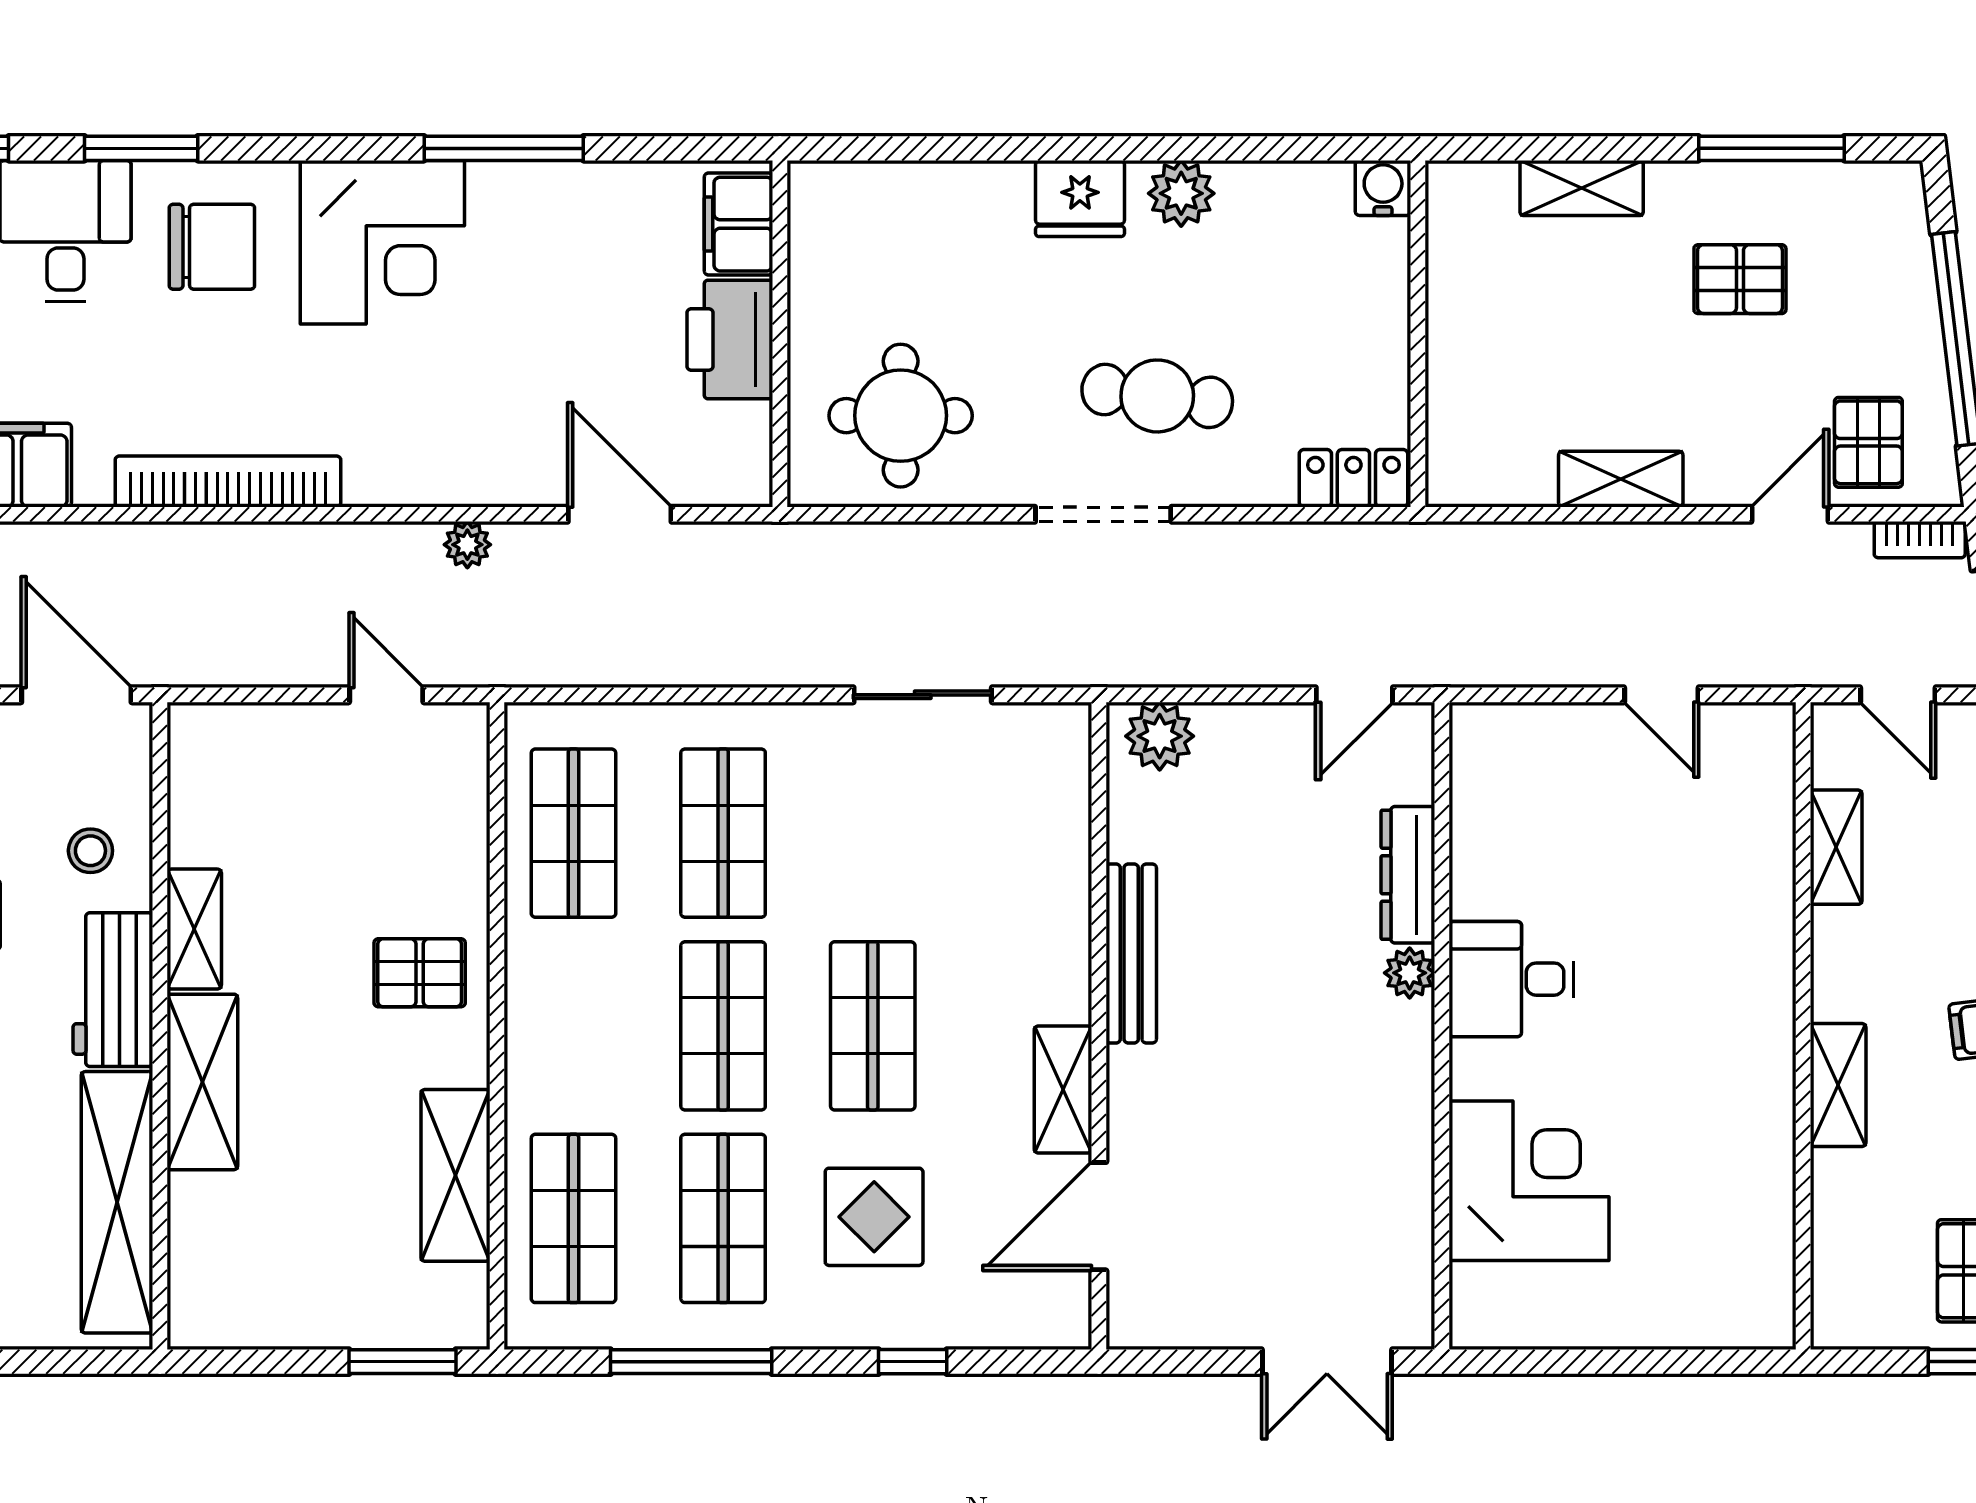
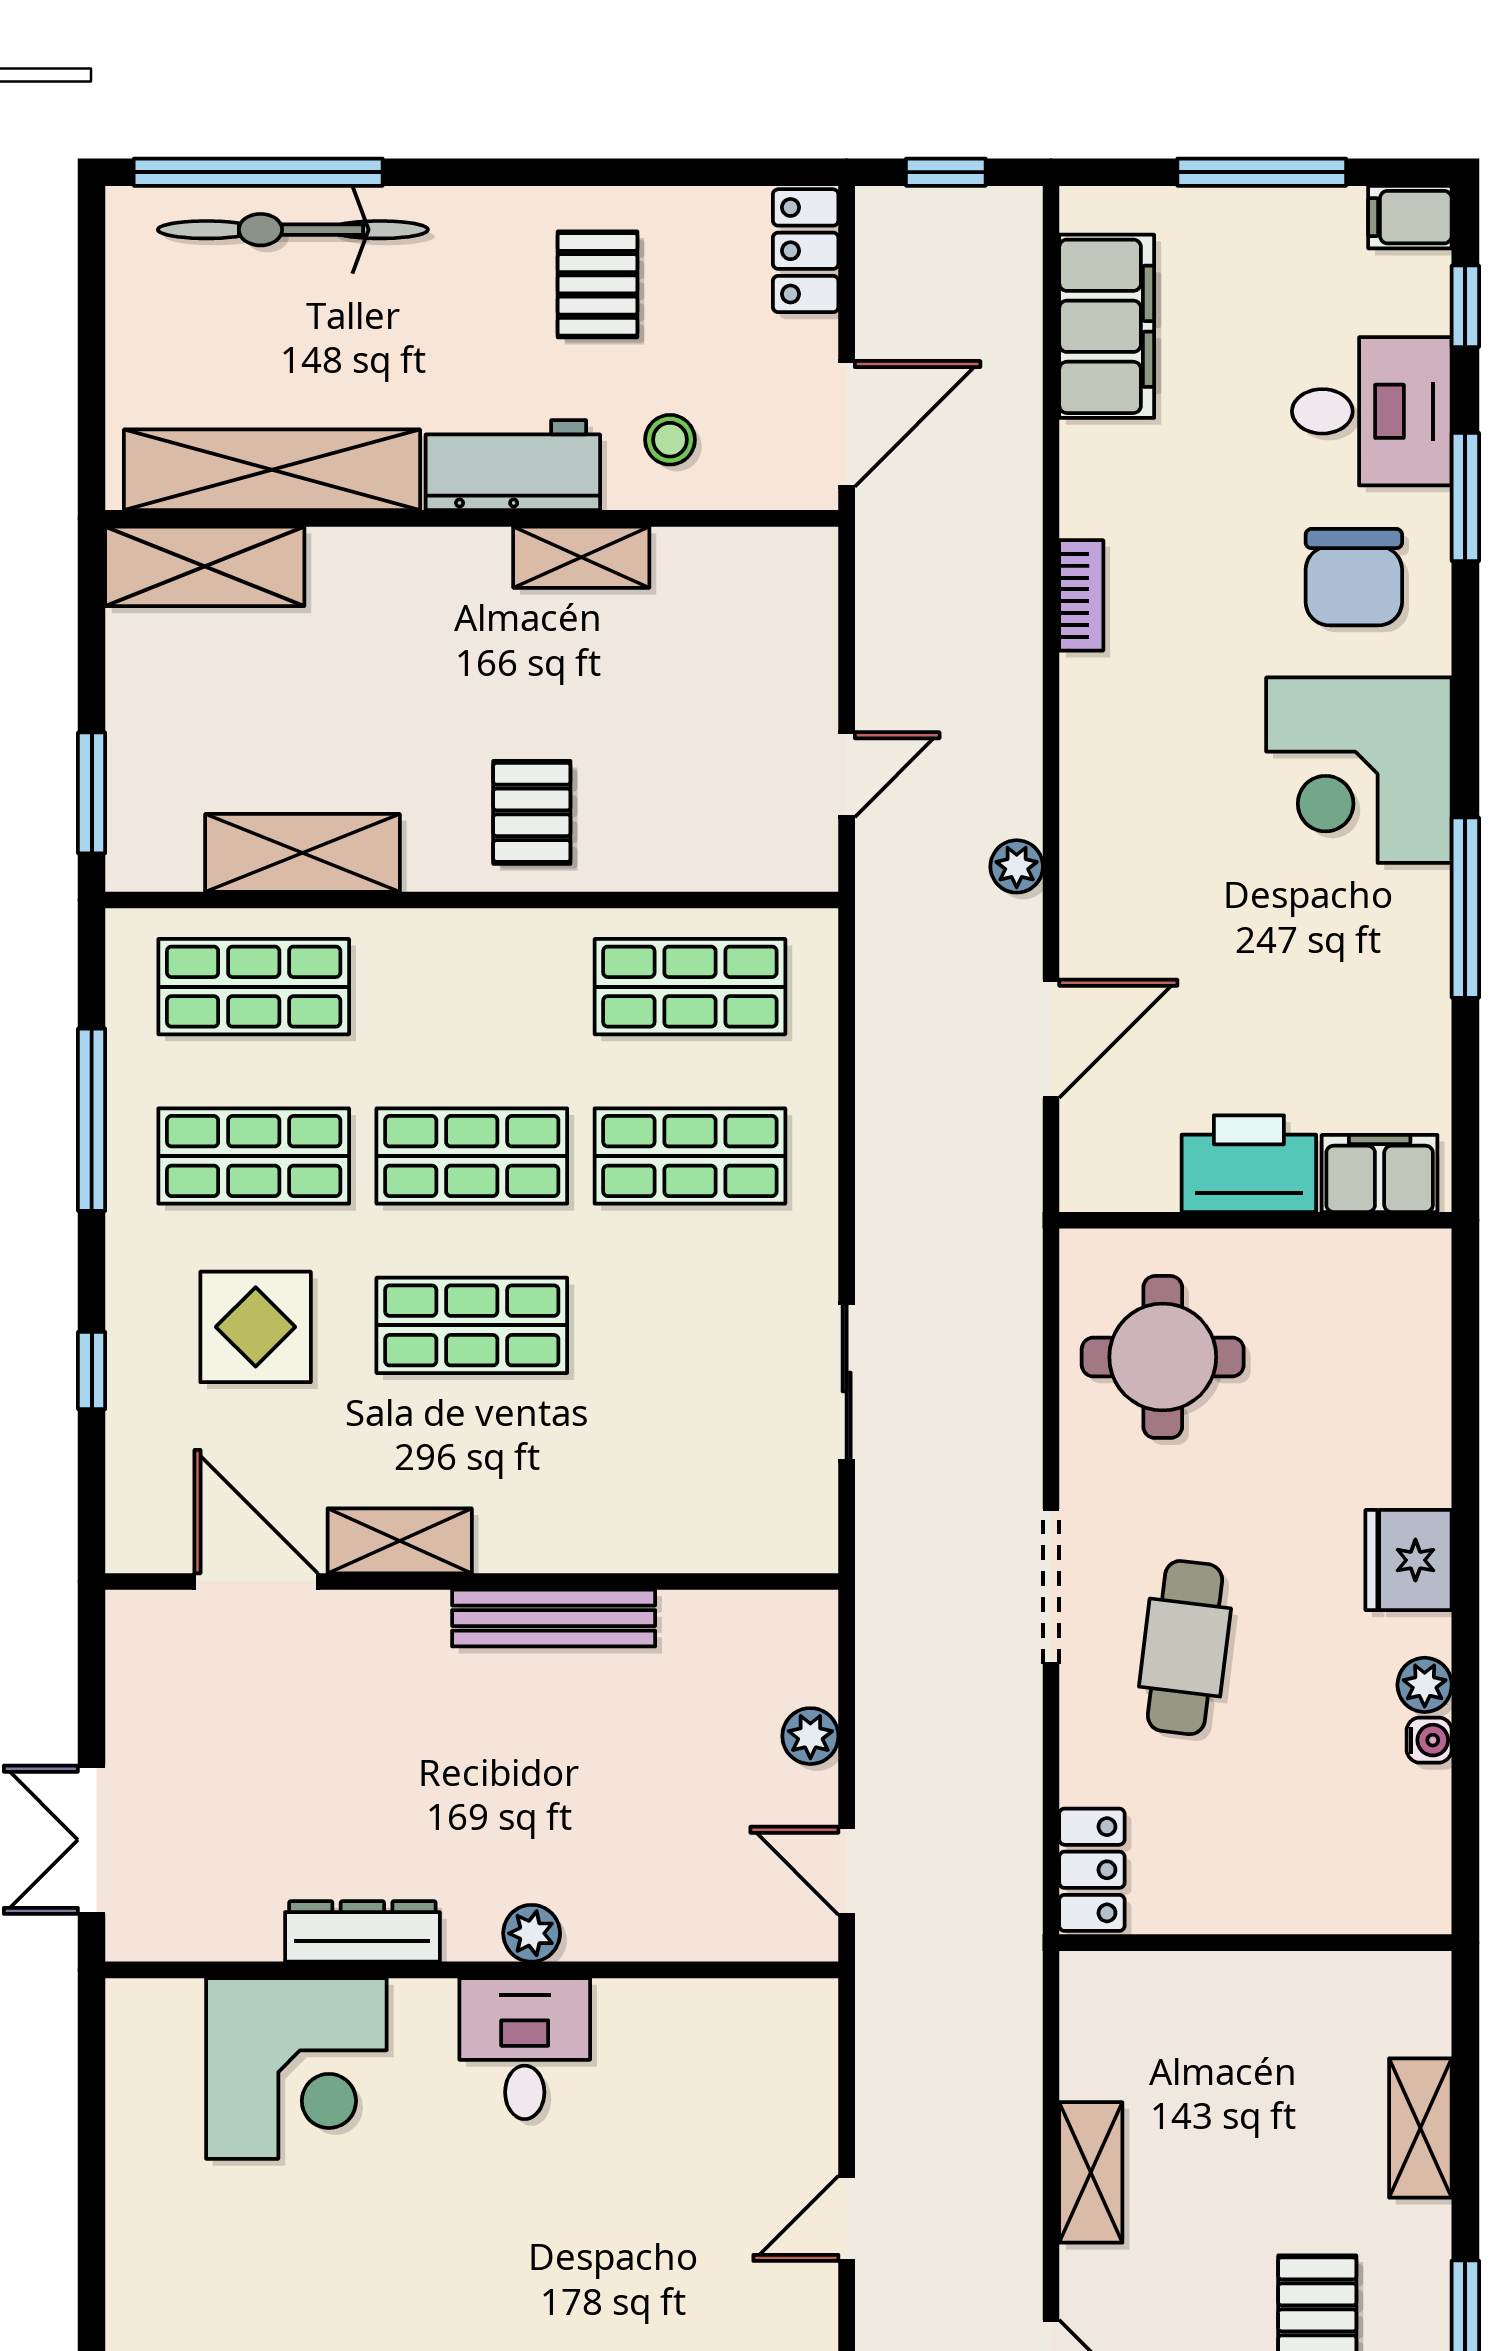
water cooler: (1383, 188) -> (1429, 1740), moved, width x0.72, depth x0.72
plant: (1181, 193) -> (1425, 1685), width x0.73, depth x0.73
bookcase: (228, 481) -> (1081, 595), width x0.43, depth x0.76
plant: (1160, 736) -> (810, 1736), moved, width x0.73, depth x0.73
dresser: (1408, 875) -> (362, 1931), moved
shelving: (202, 1082) -> (205, 566), moved

